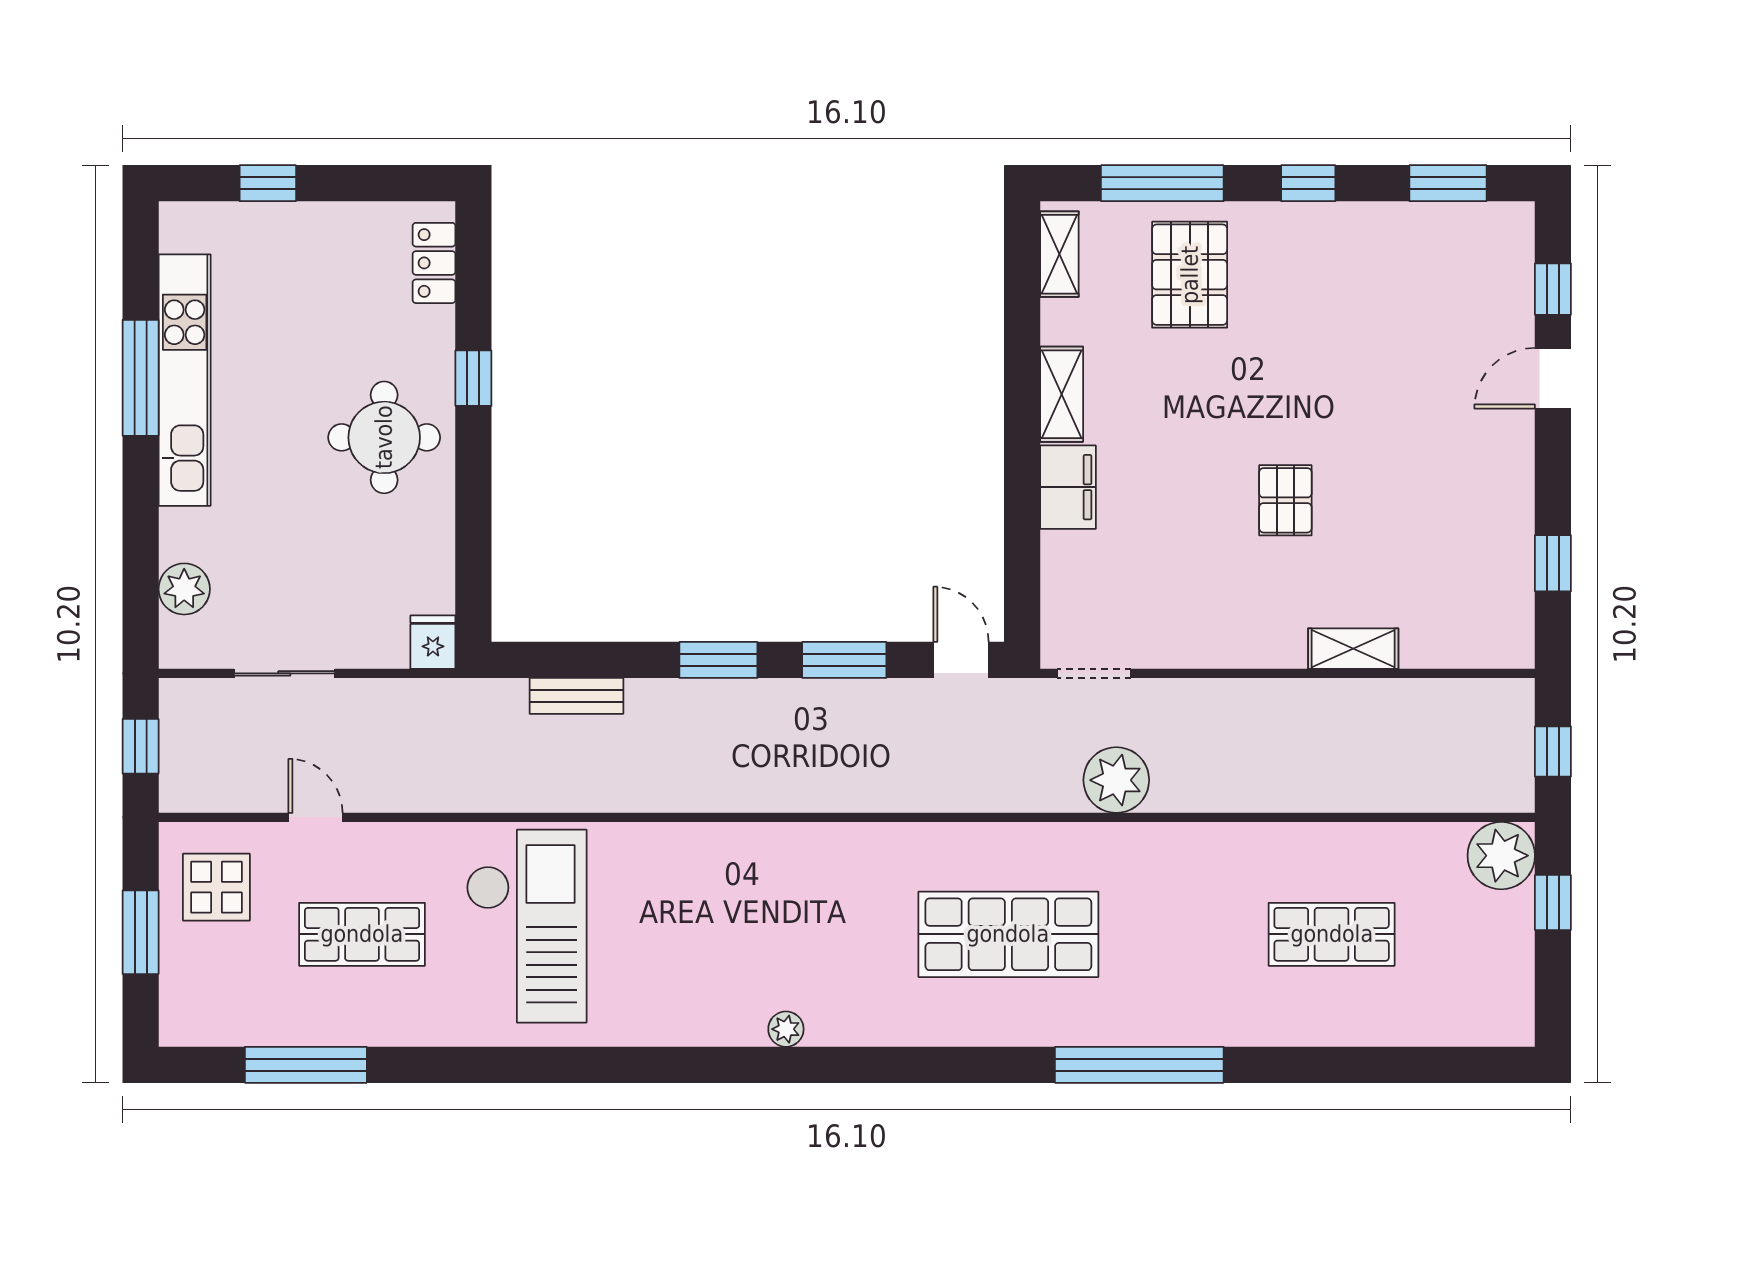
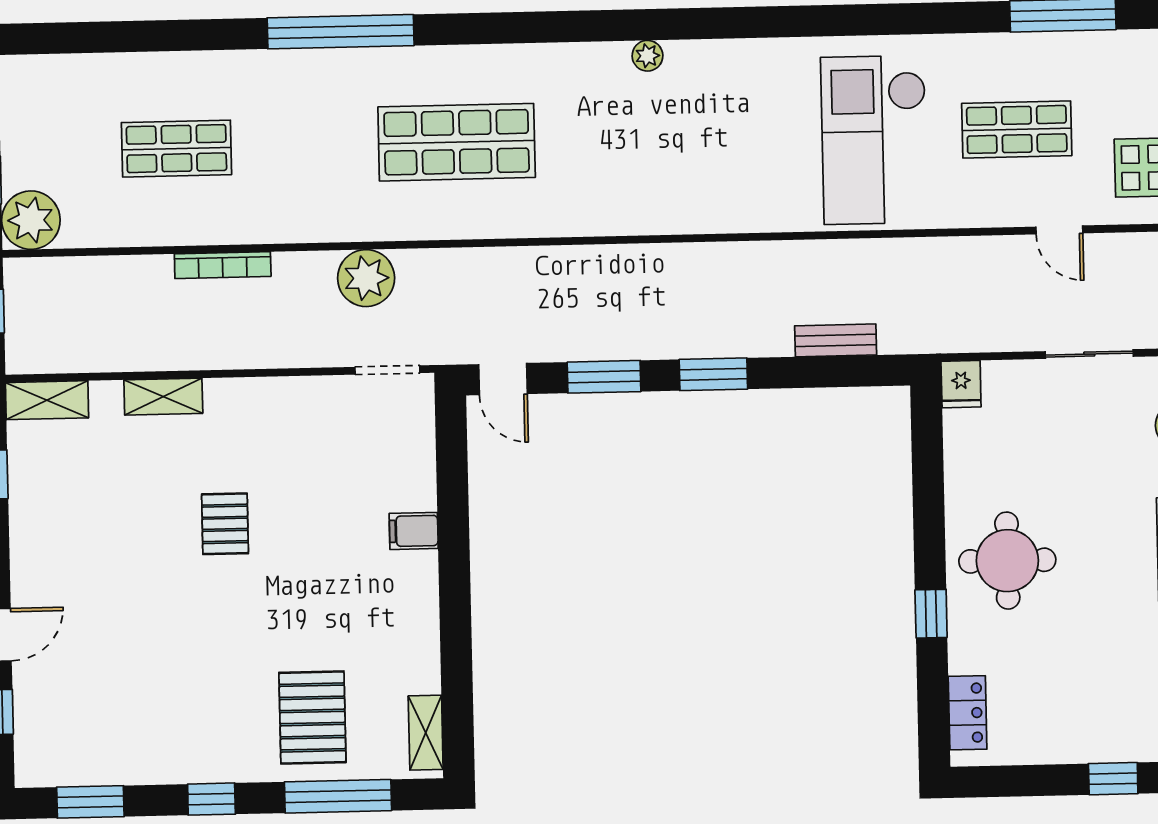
shelving: (1062, 394) -> (47, 400), moved, turned 90
filing cabinet: (1068, 487) -> (414, 531), width x0.50
bookcase: (1281, 799) -> (223, 265), added

